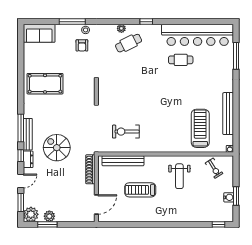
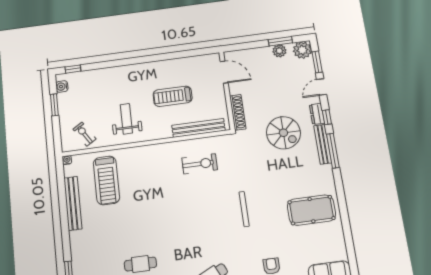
treadmill: (140, 190) -> (173, 96), turned 180
water cooler: (229, 197) -> (62, 86), moved
door: (96, 204) -> (224, 72), swing flipped

